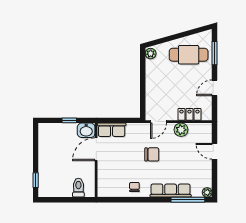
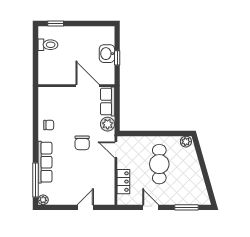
cafe table: (189, 55) -> (159, 164), moved
washbasin: (86, 130) -> (107, 54), moved
plant: (181, 130) -> (108, 124), moved
toilet: (78, 188) -> (48, 45), moved

